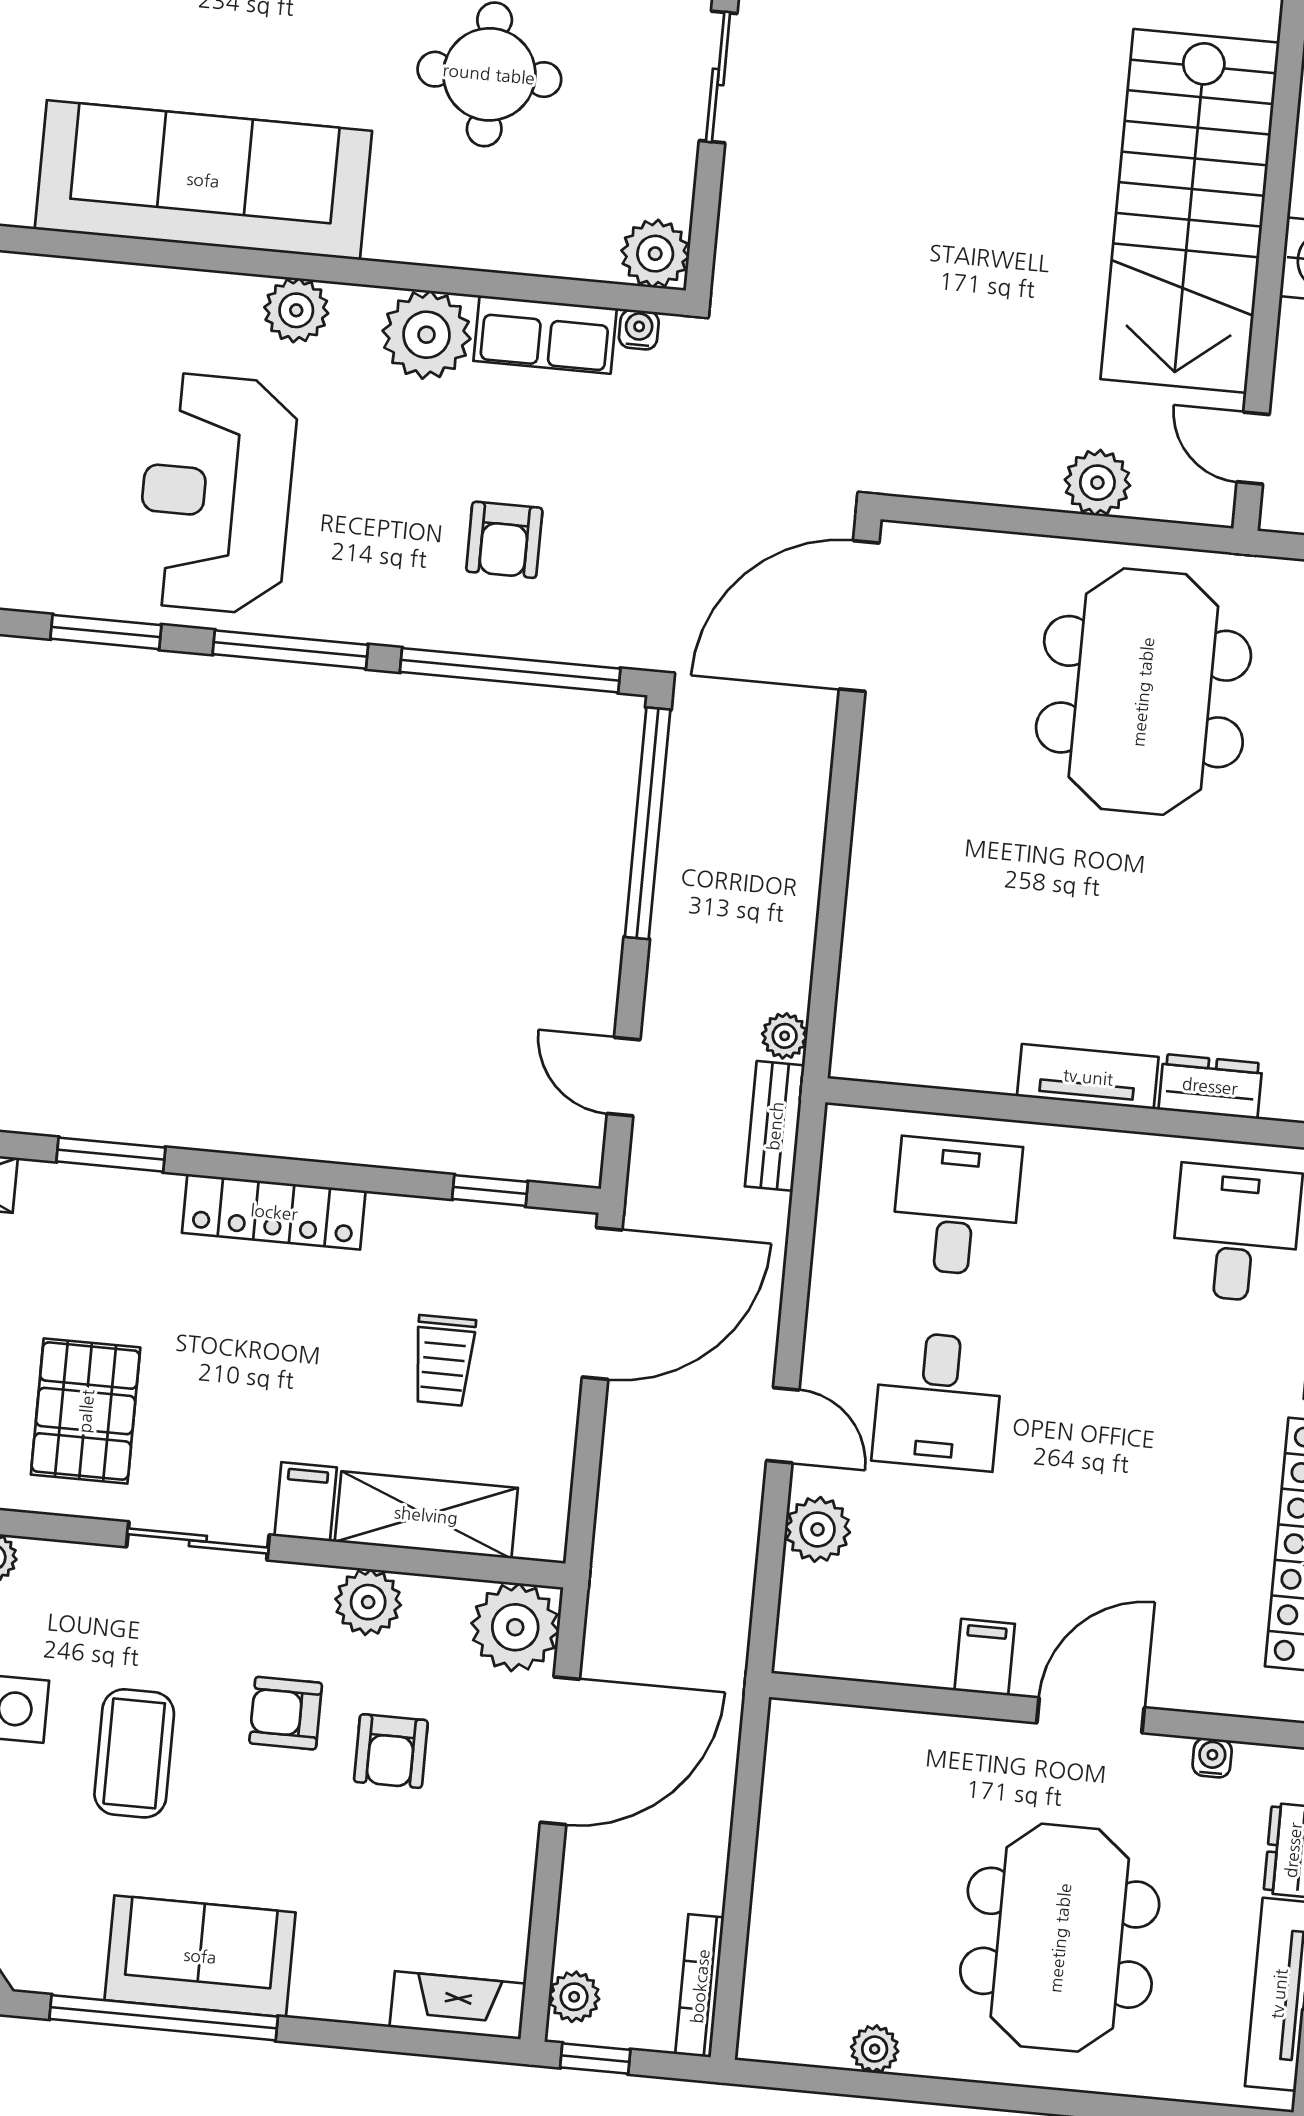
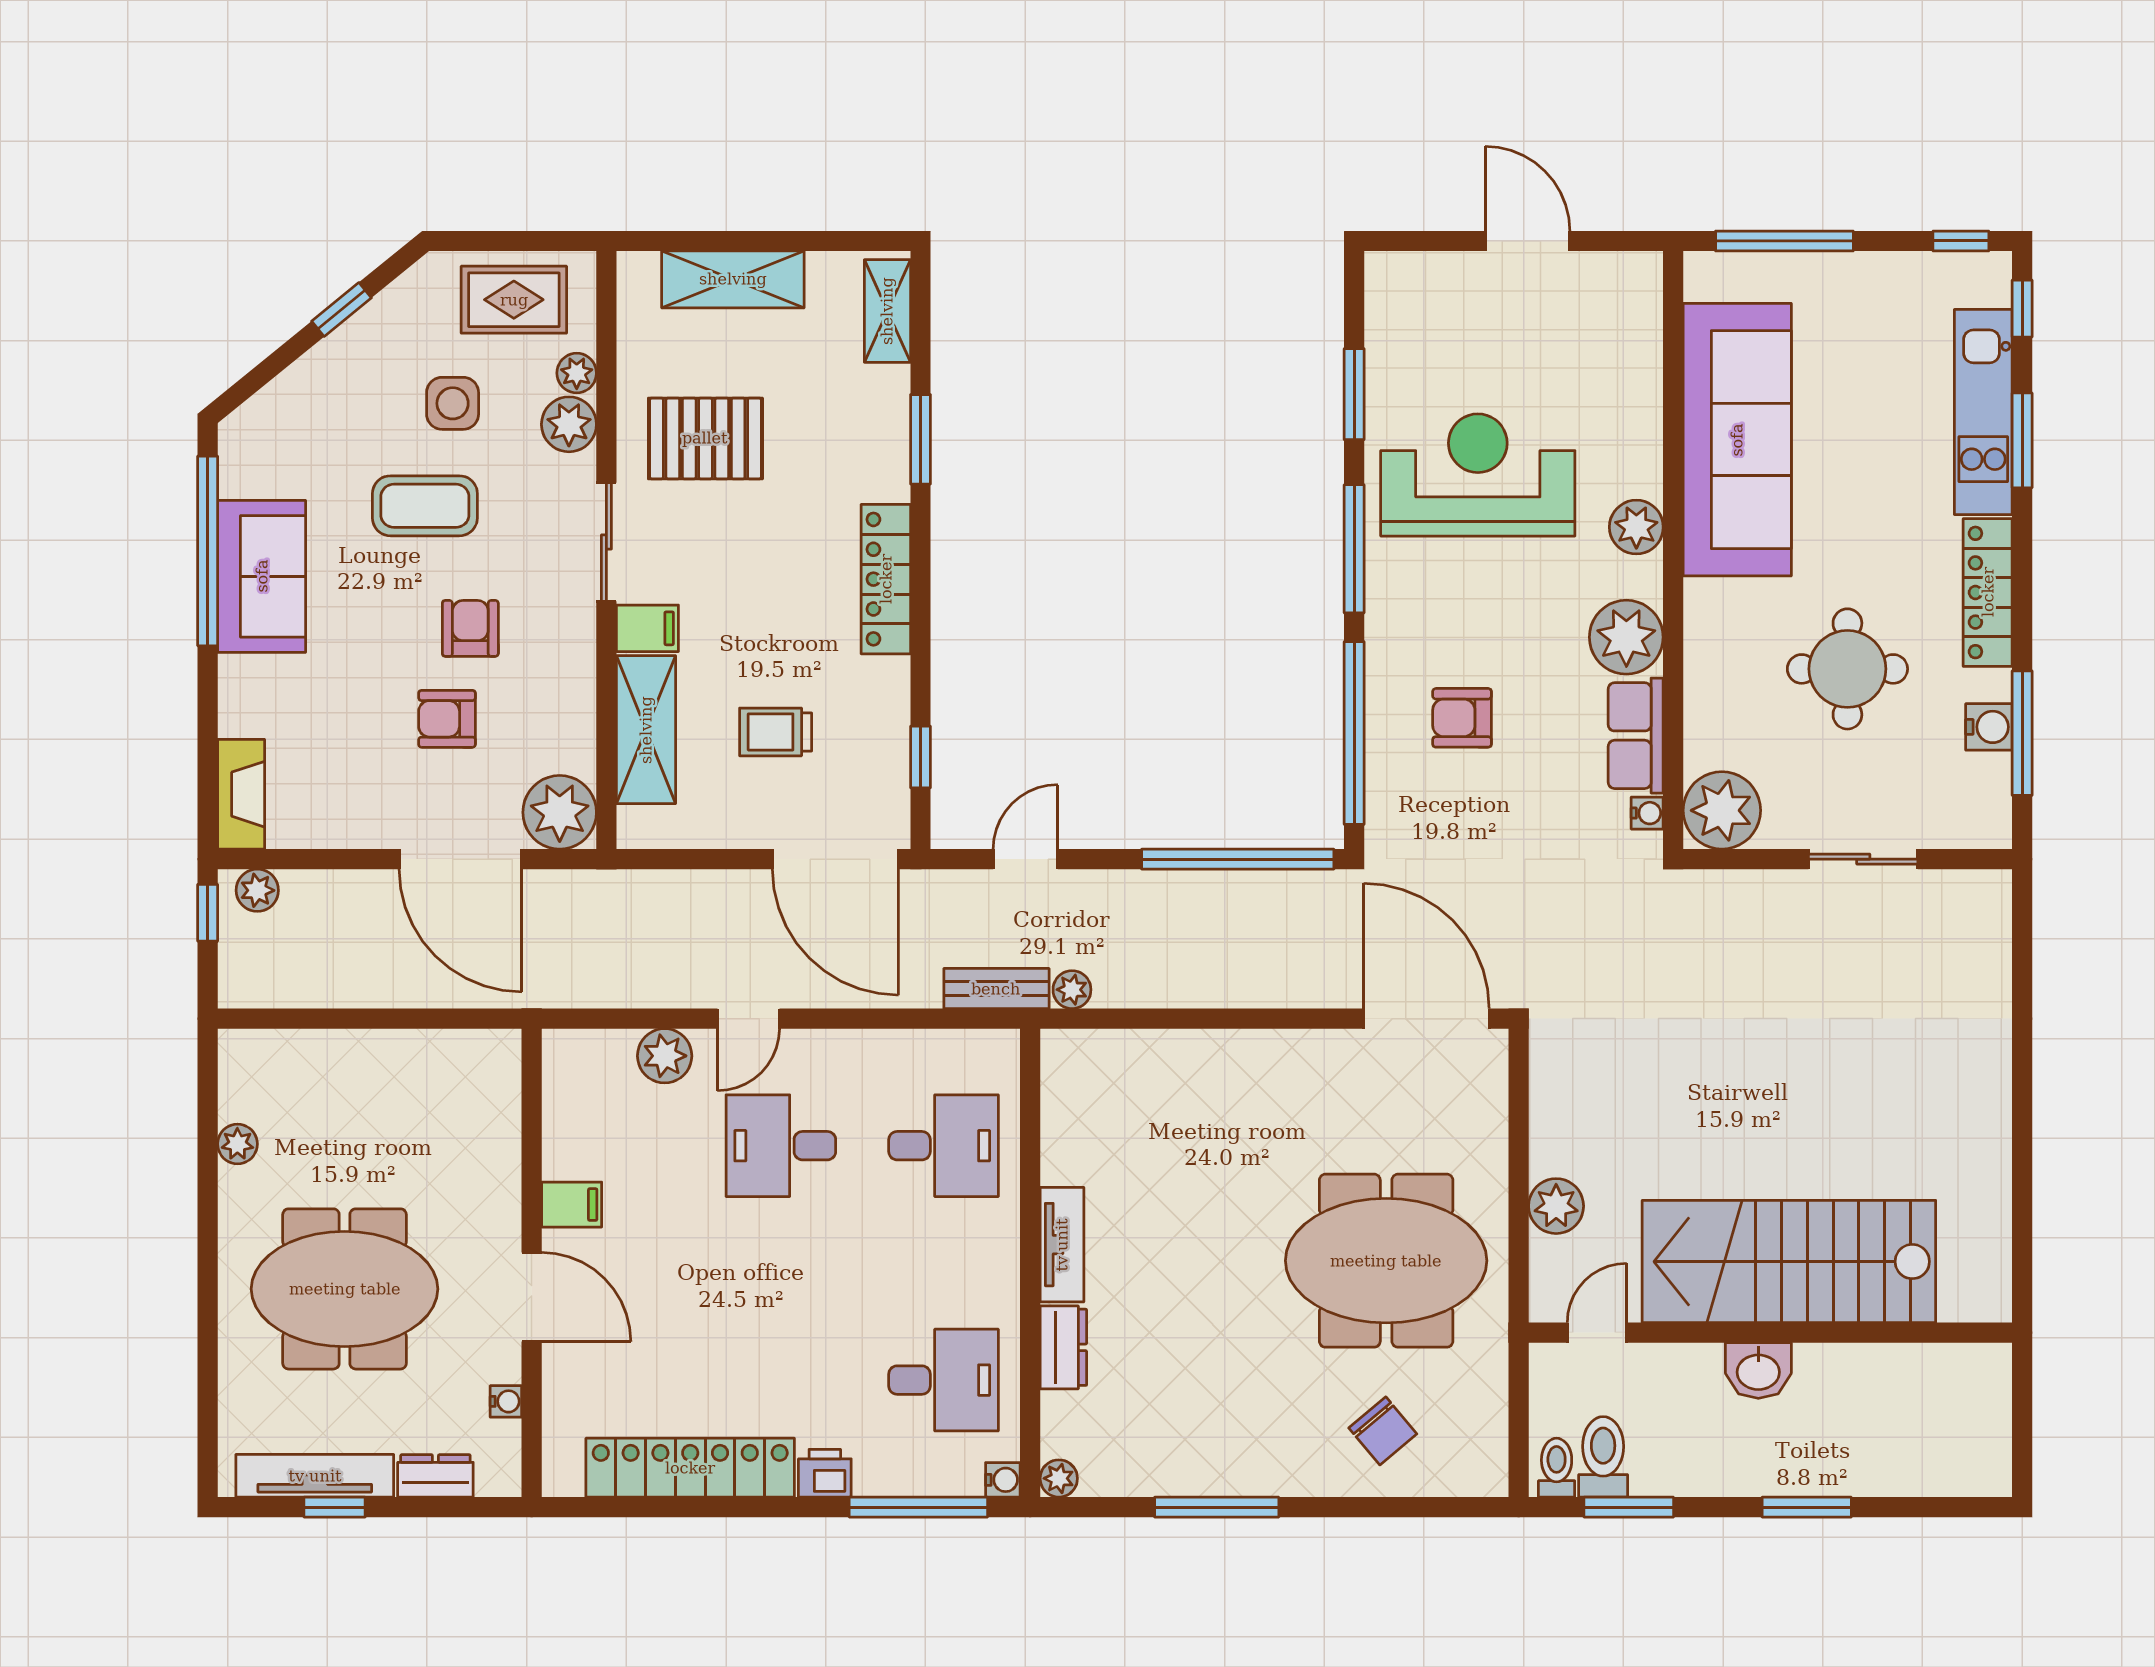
plant: (655, 254) -> (1722, 810), width x1.36, depth x1.36
plant: (368, 1602) -> (569, 424), moved
bookcase: (700, 1986) -> (276, 994), removed

